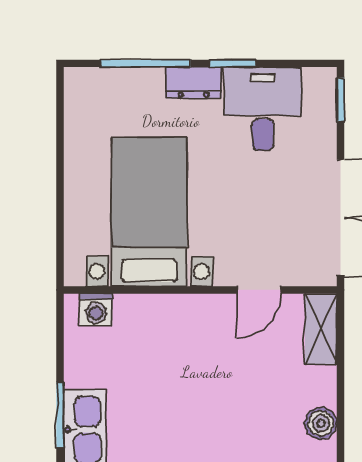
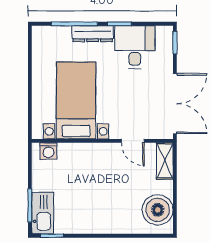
dresser: (193, 83) -> (93, 34), width x1.44
door: (259, 290) -> (133, 141), hinge flipped
boiler: (321, 423) -> (158, 210), width x1.86, depth x1.86

